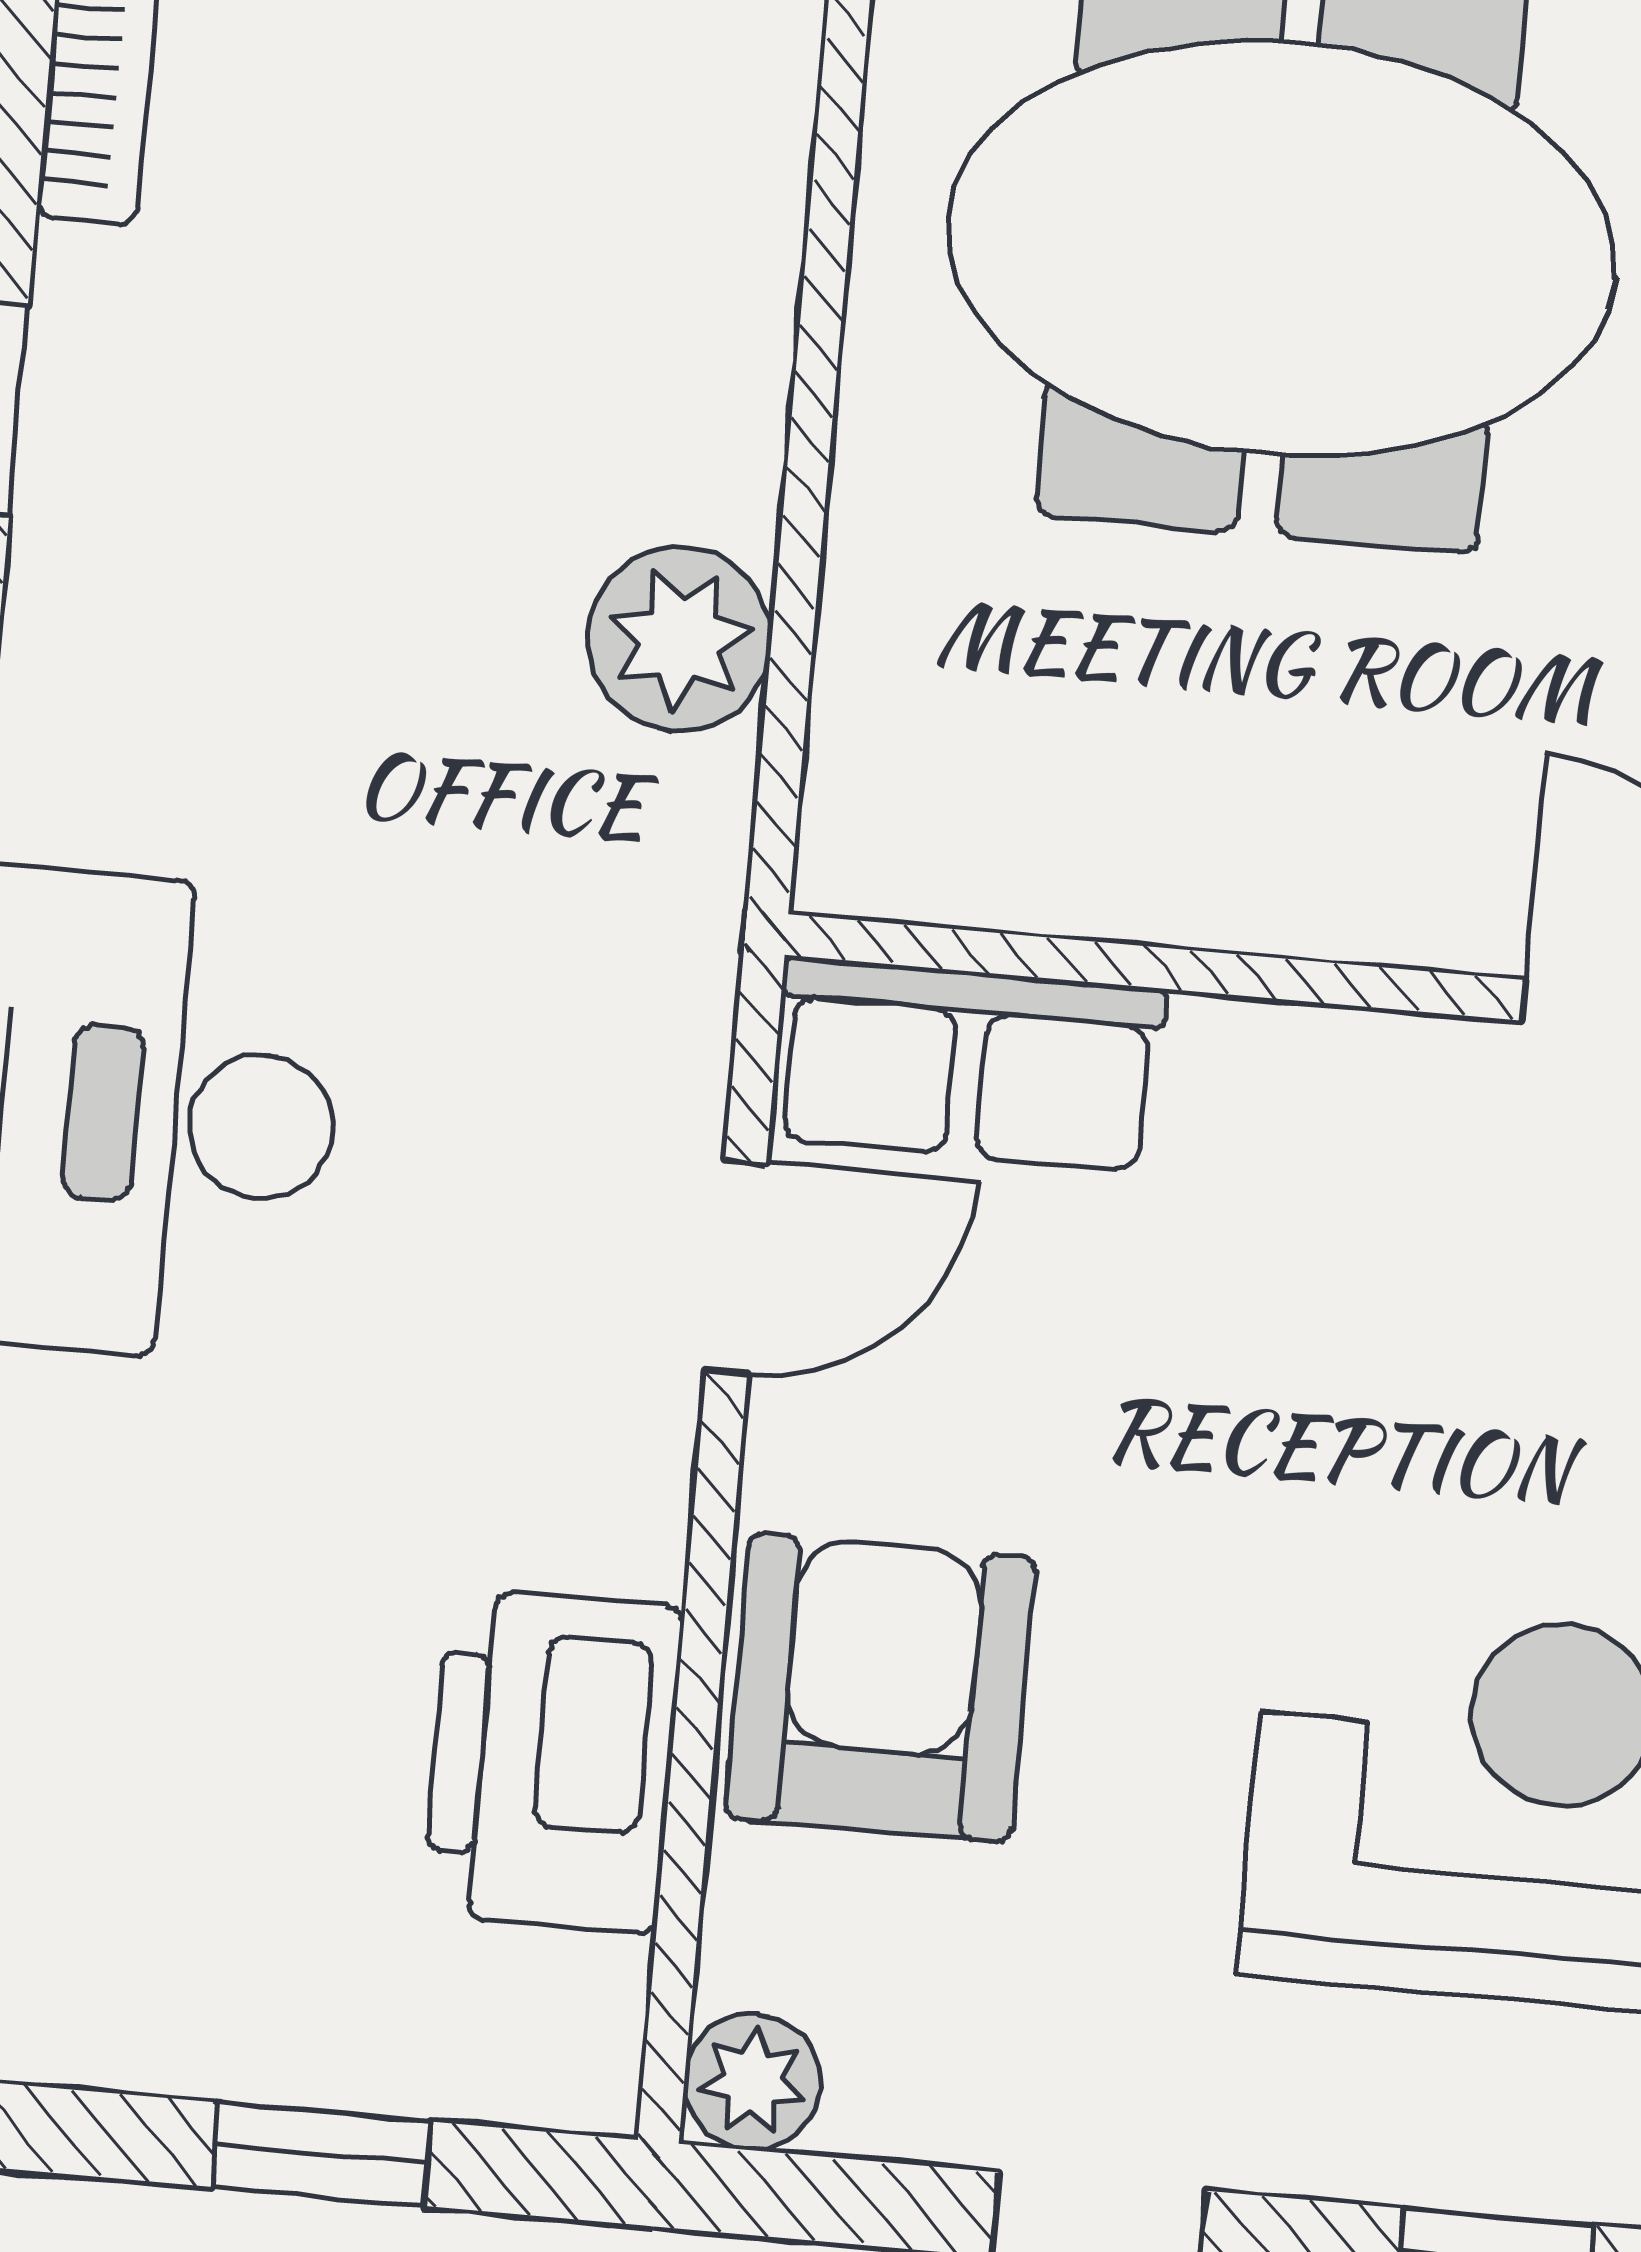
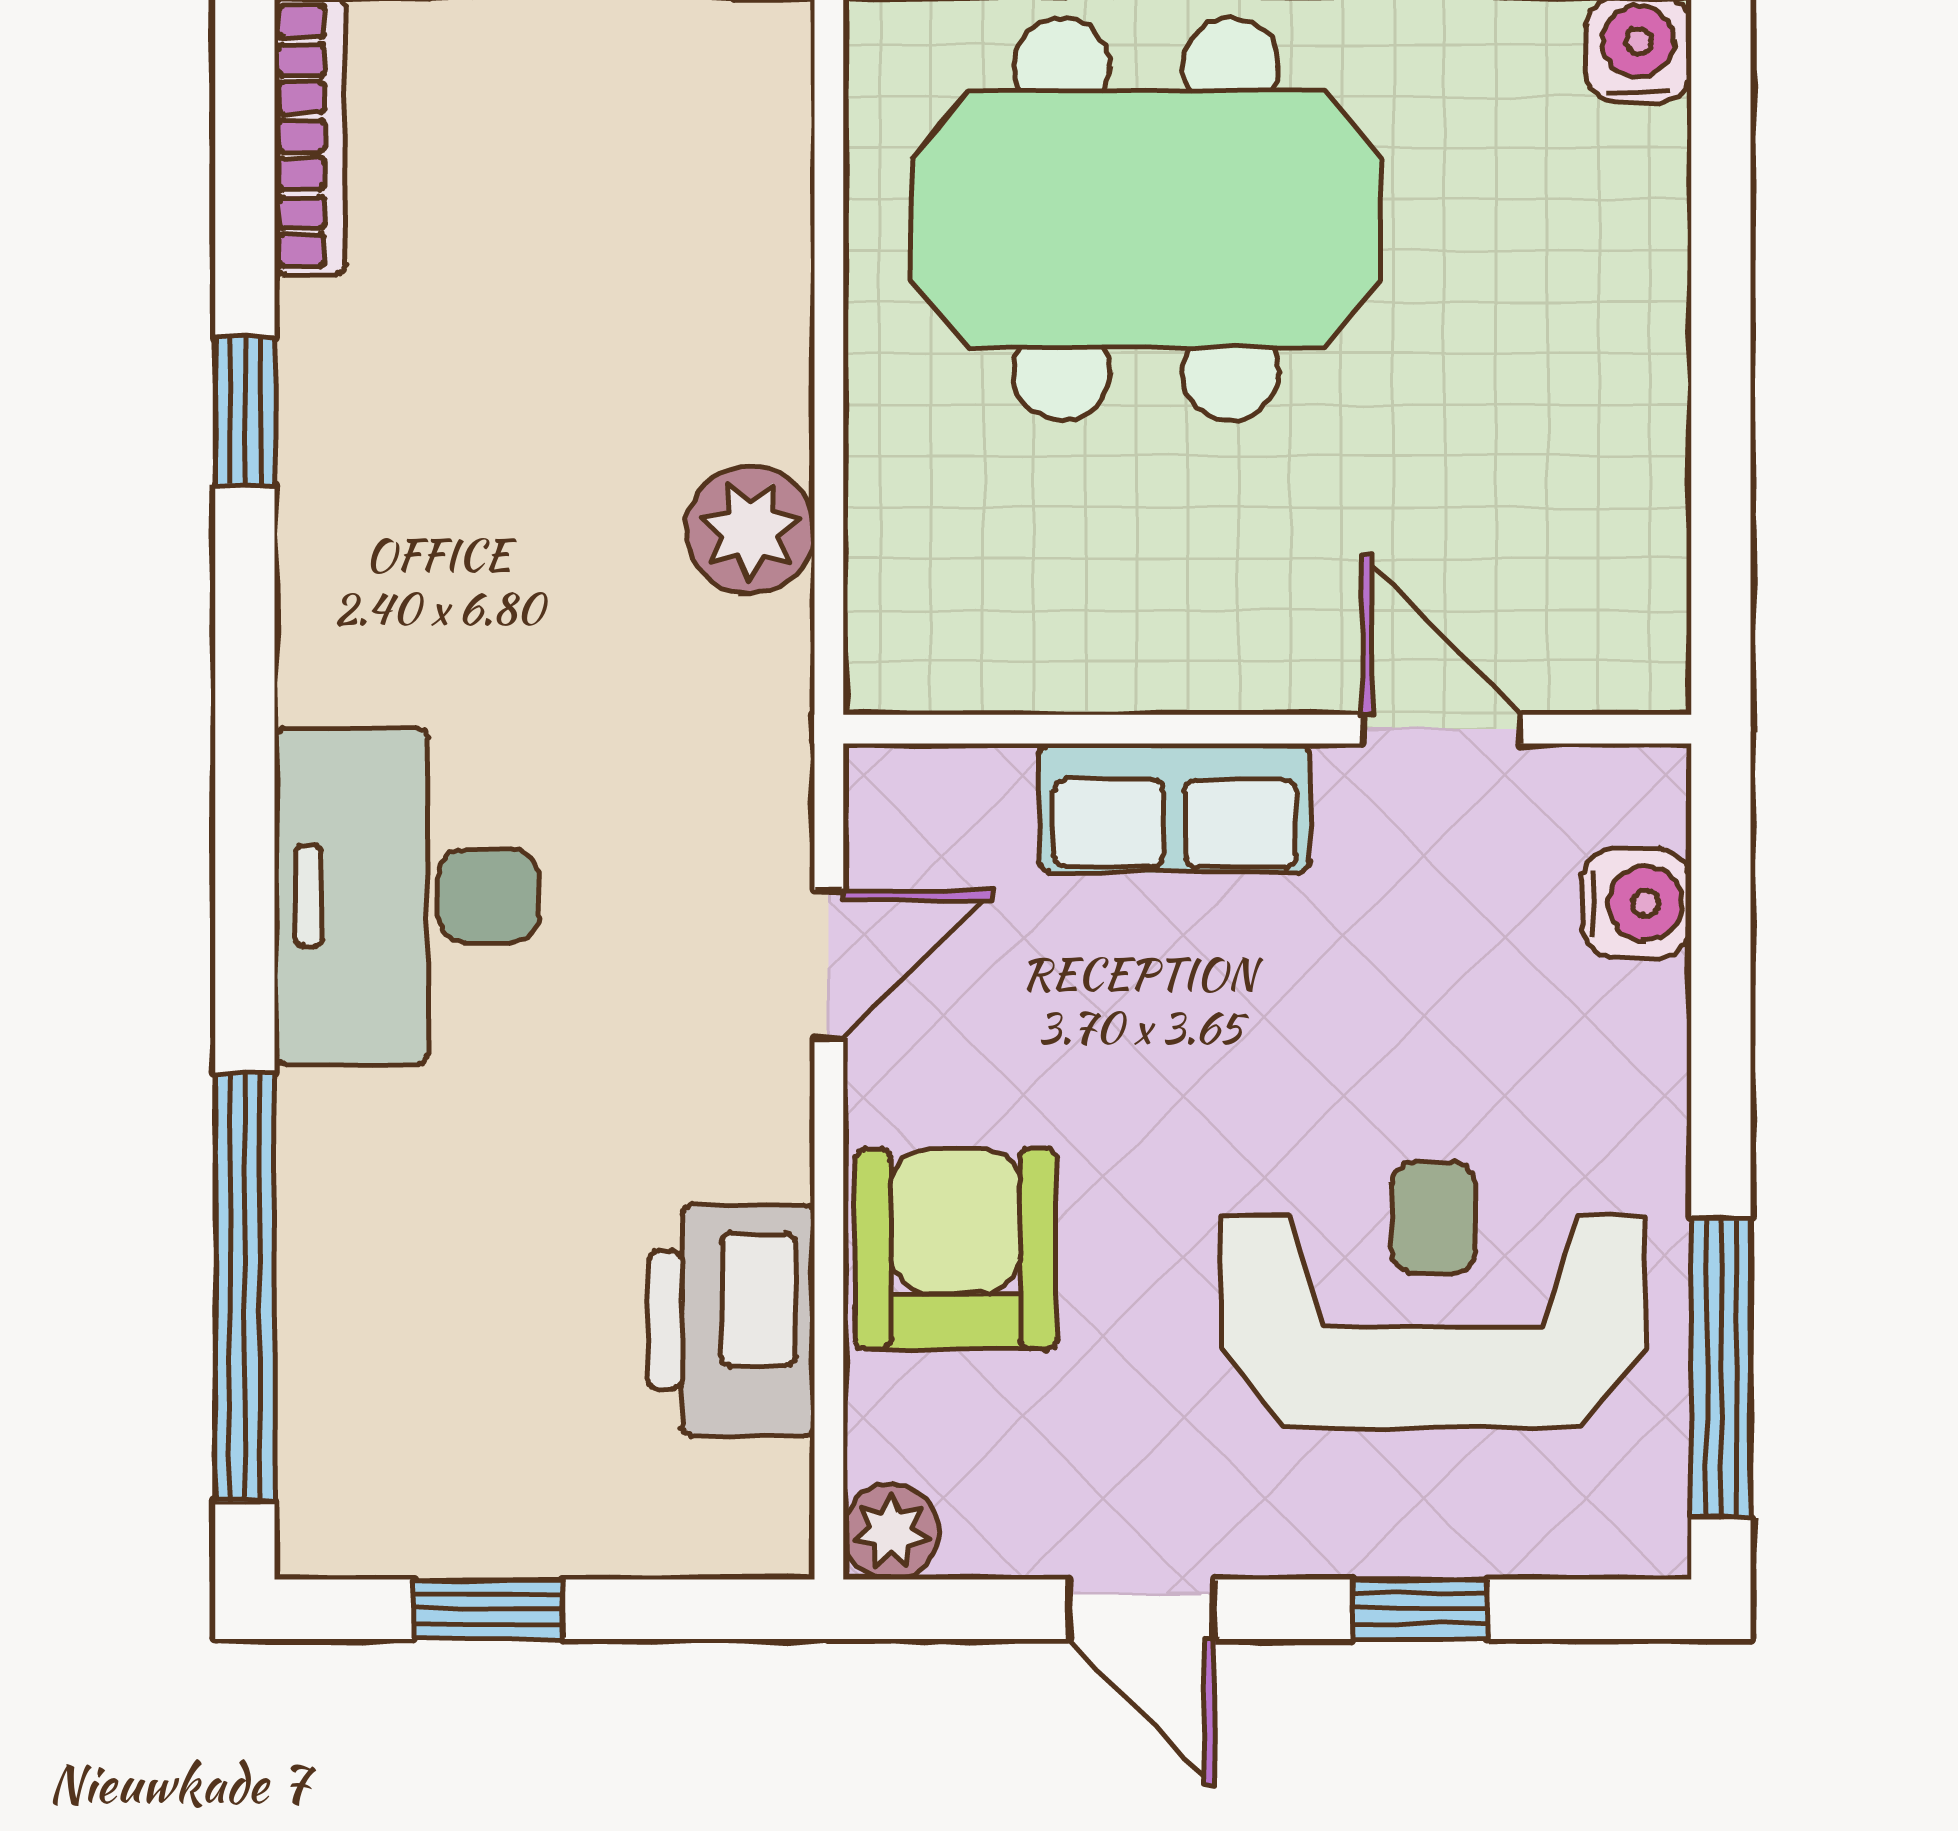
row of seats: (968, 1064) -> (1174, 808), moved
window: (321, 2154) -> (488, 1609), moved

